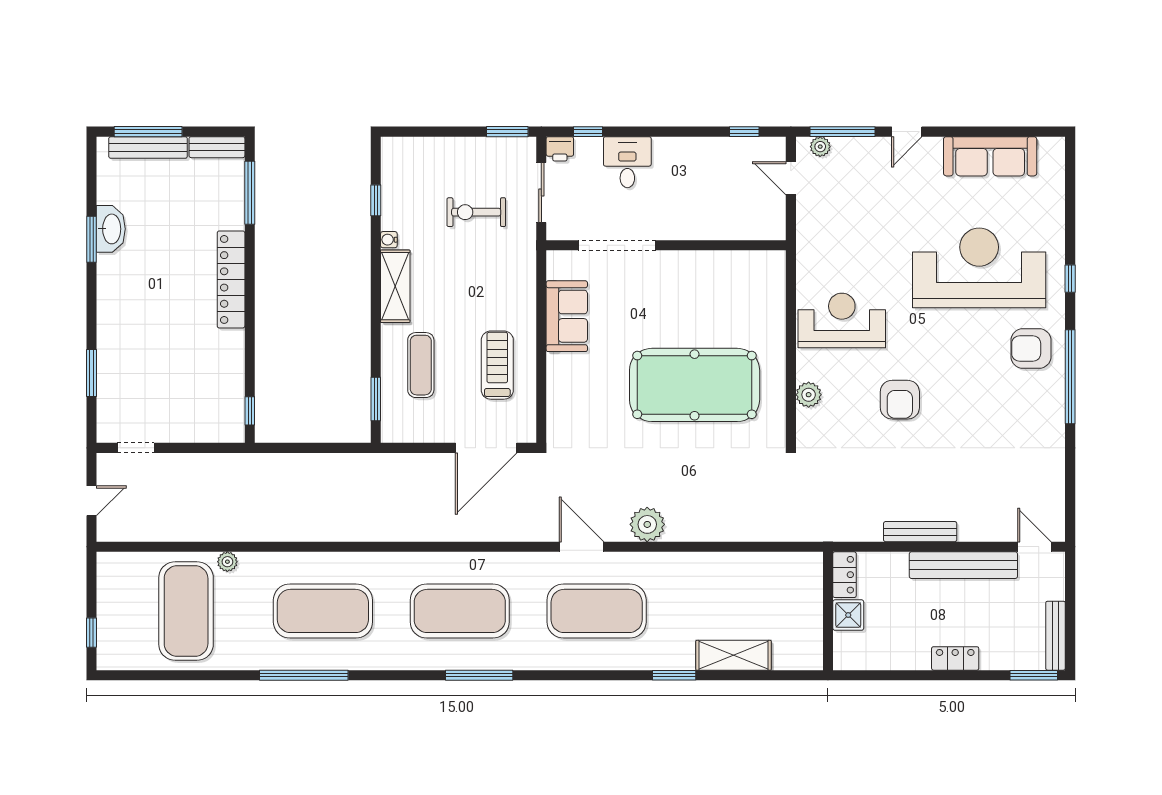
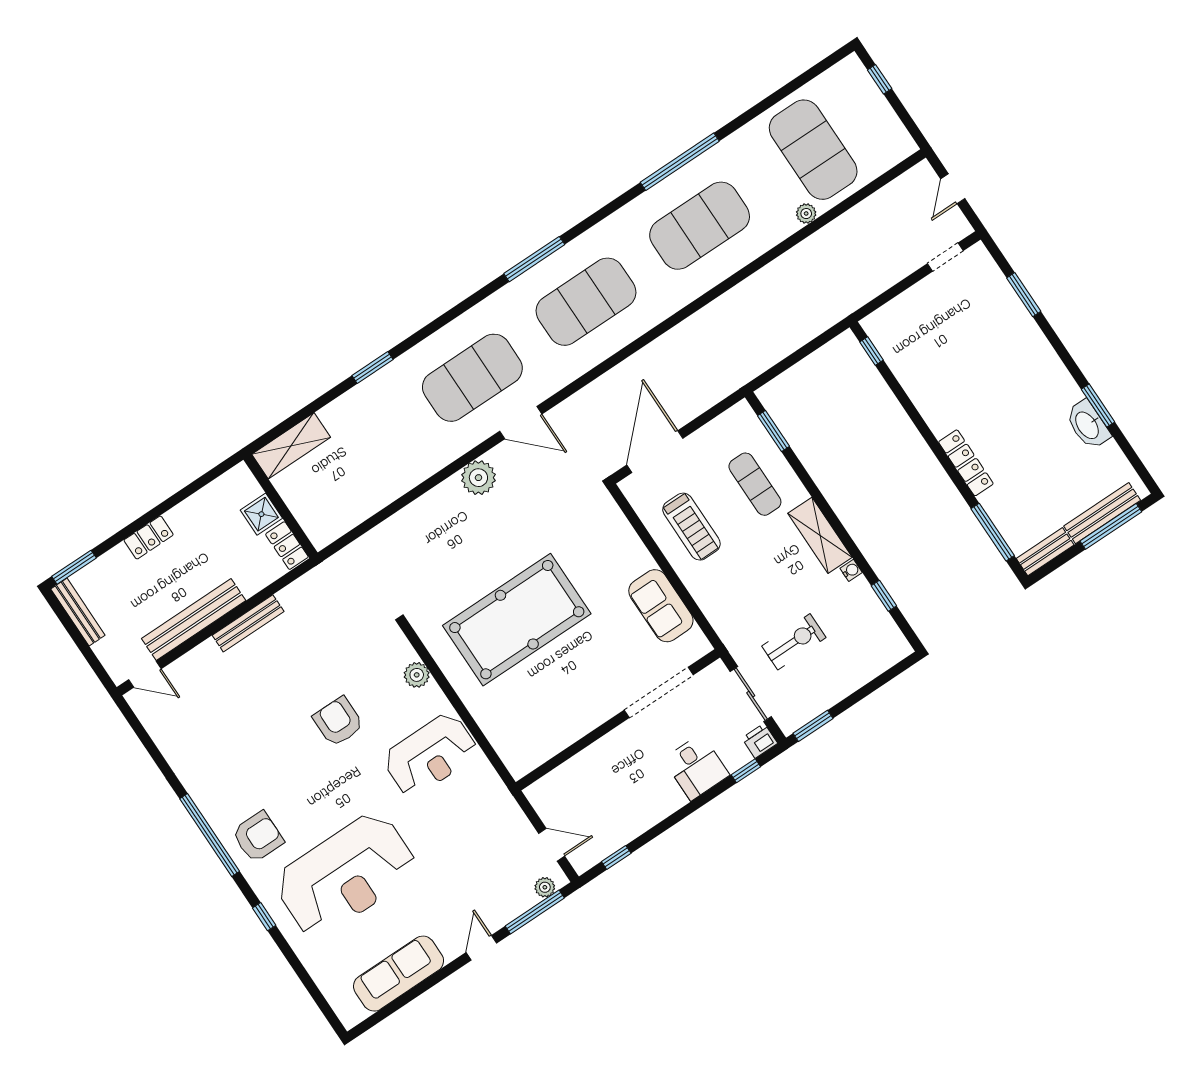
locker: (231, 279) -> (966, 463), width x0.71, depth x0.83
shelving: (734, 655) -> (291, 446), moved

